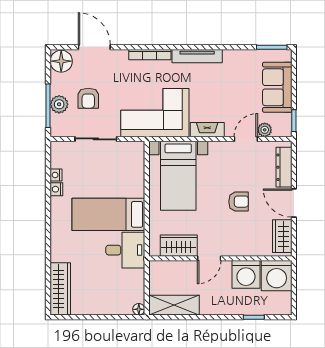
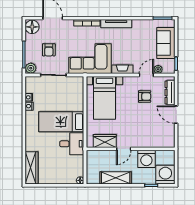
plant: (59, 104) -> (31, 68), moved
armchair: (239, 202) -> (145, 97), moved
wardrobe: (282, 236) -> (169, 135), removed
washing machine: (277, 276) -> (165, 175), moved, turned 180
shelving: (174, 305) -> (116, 178), moved

